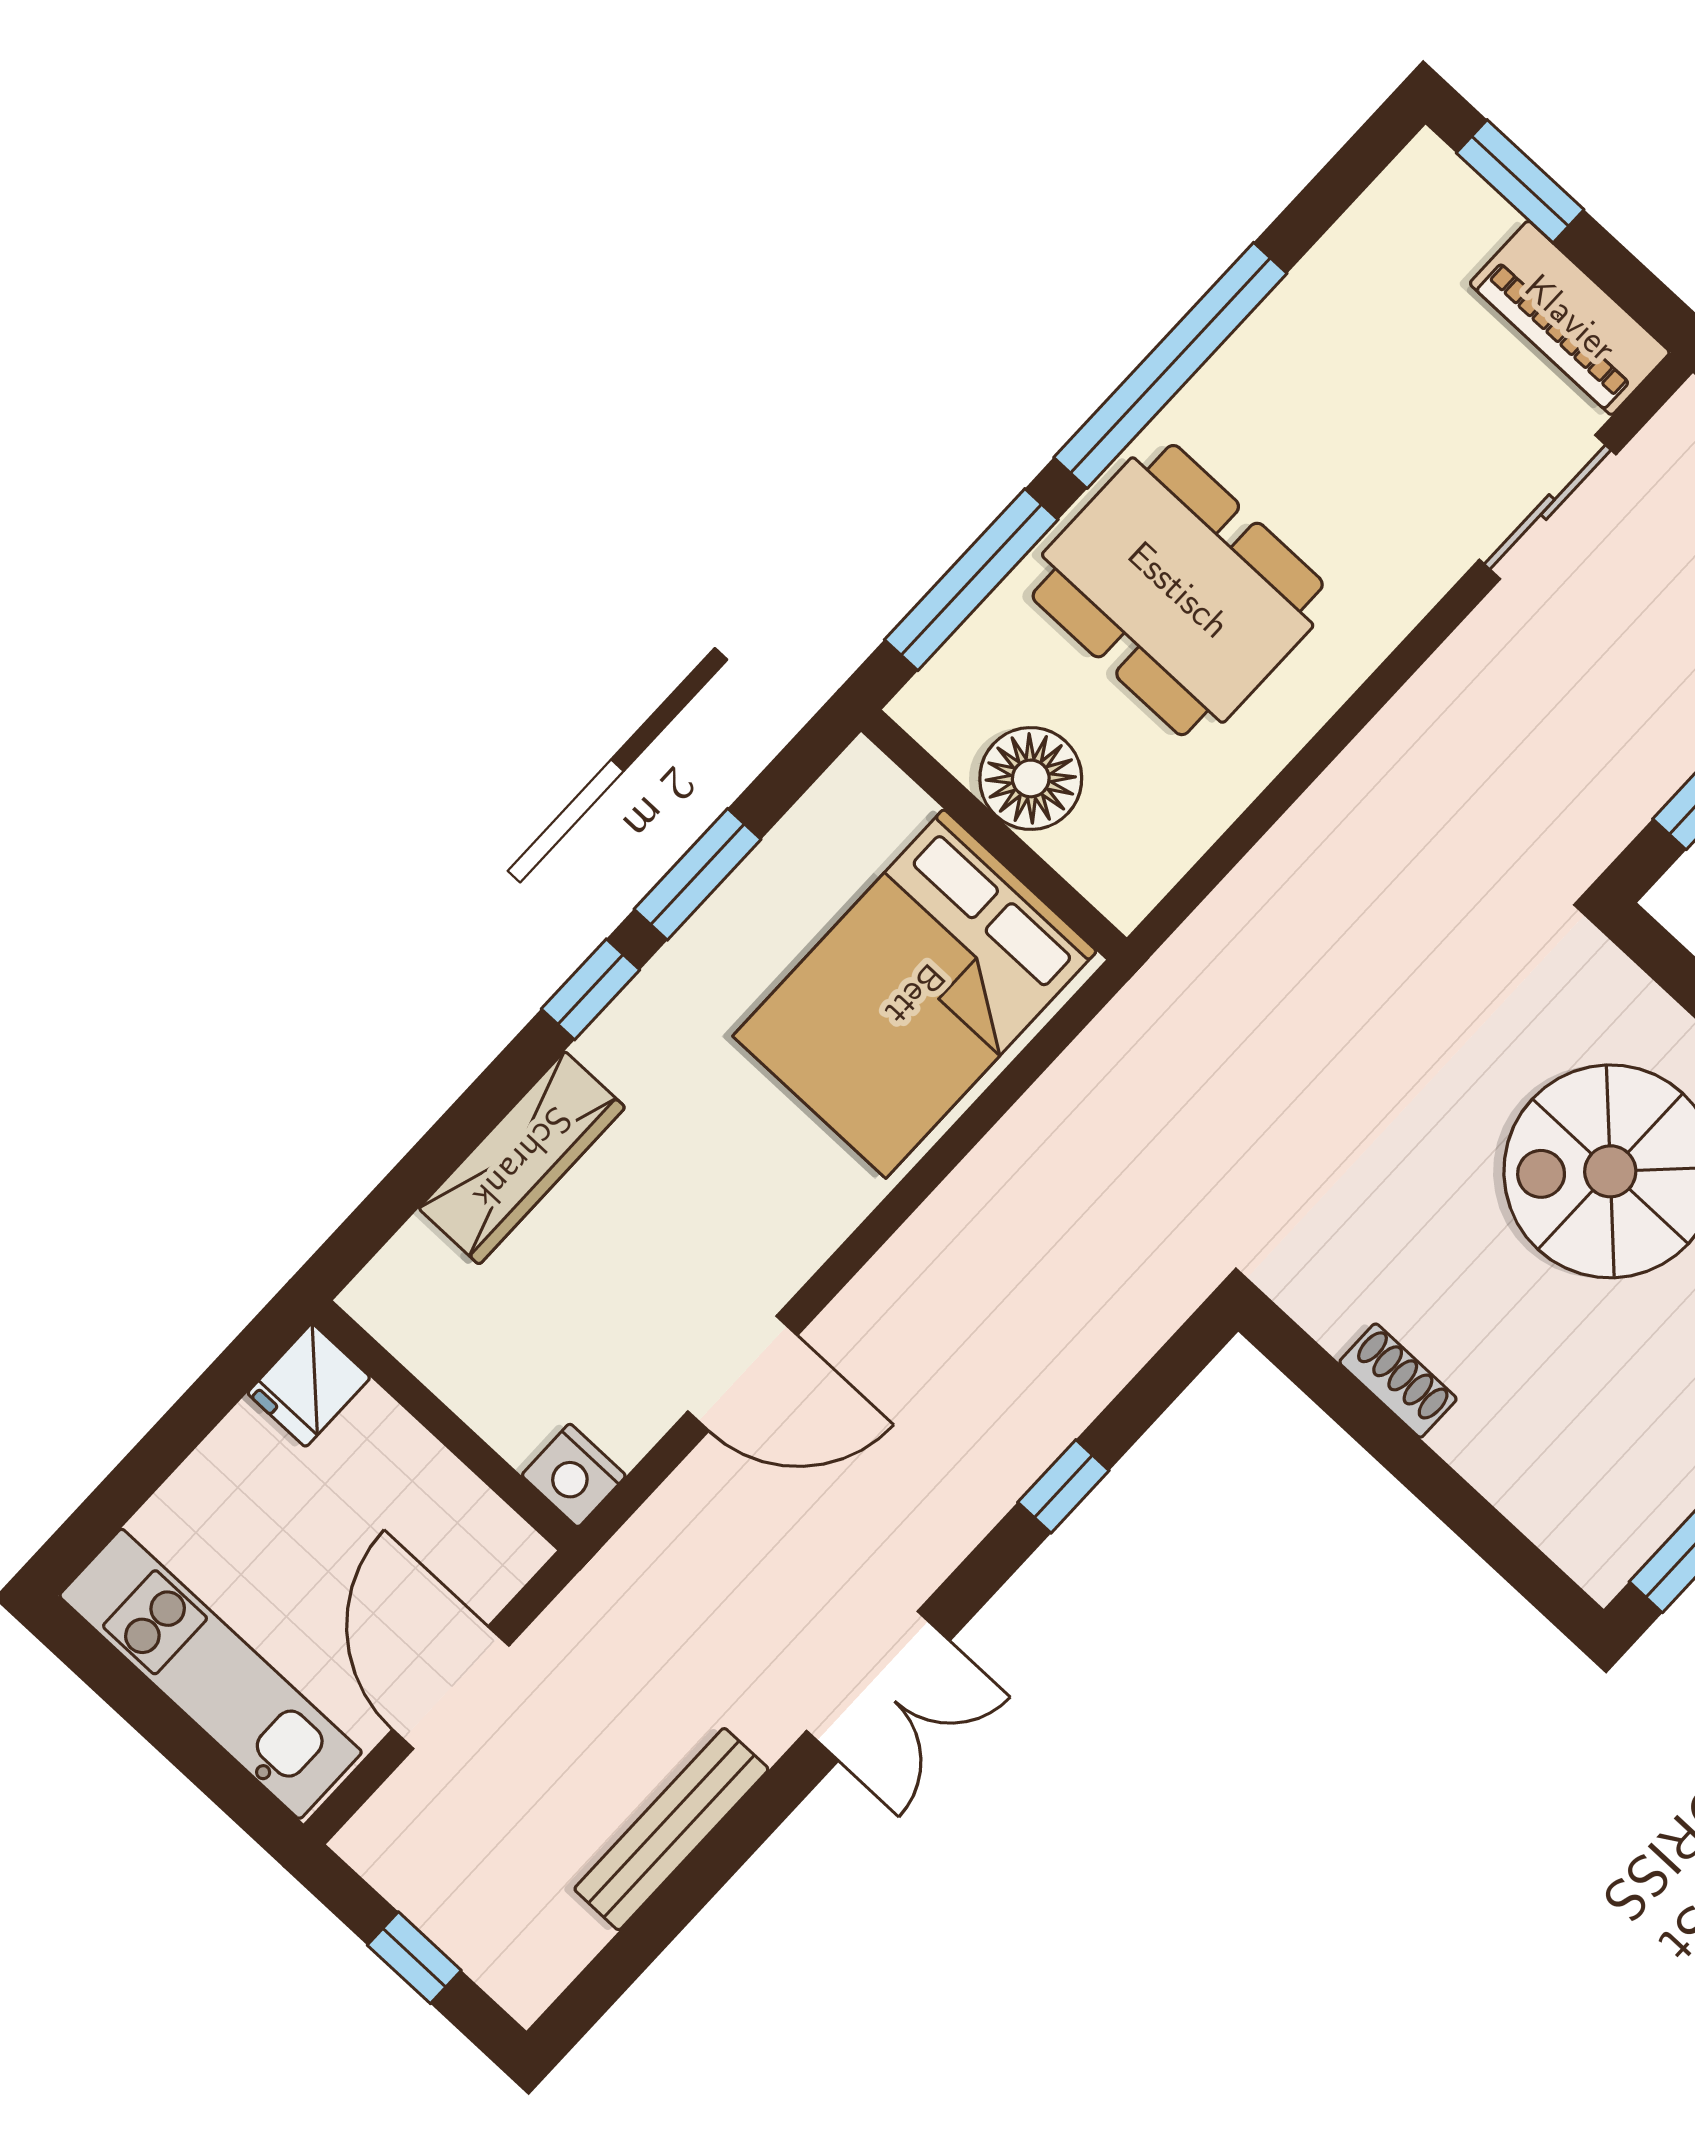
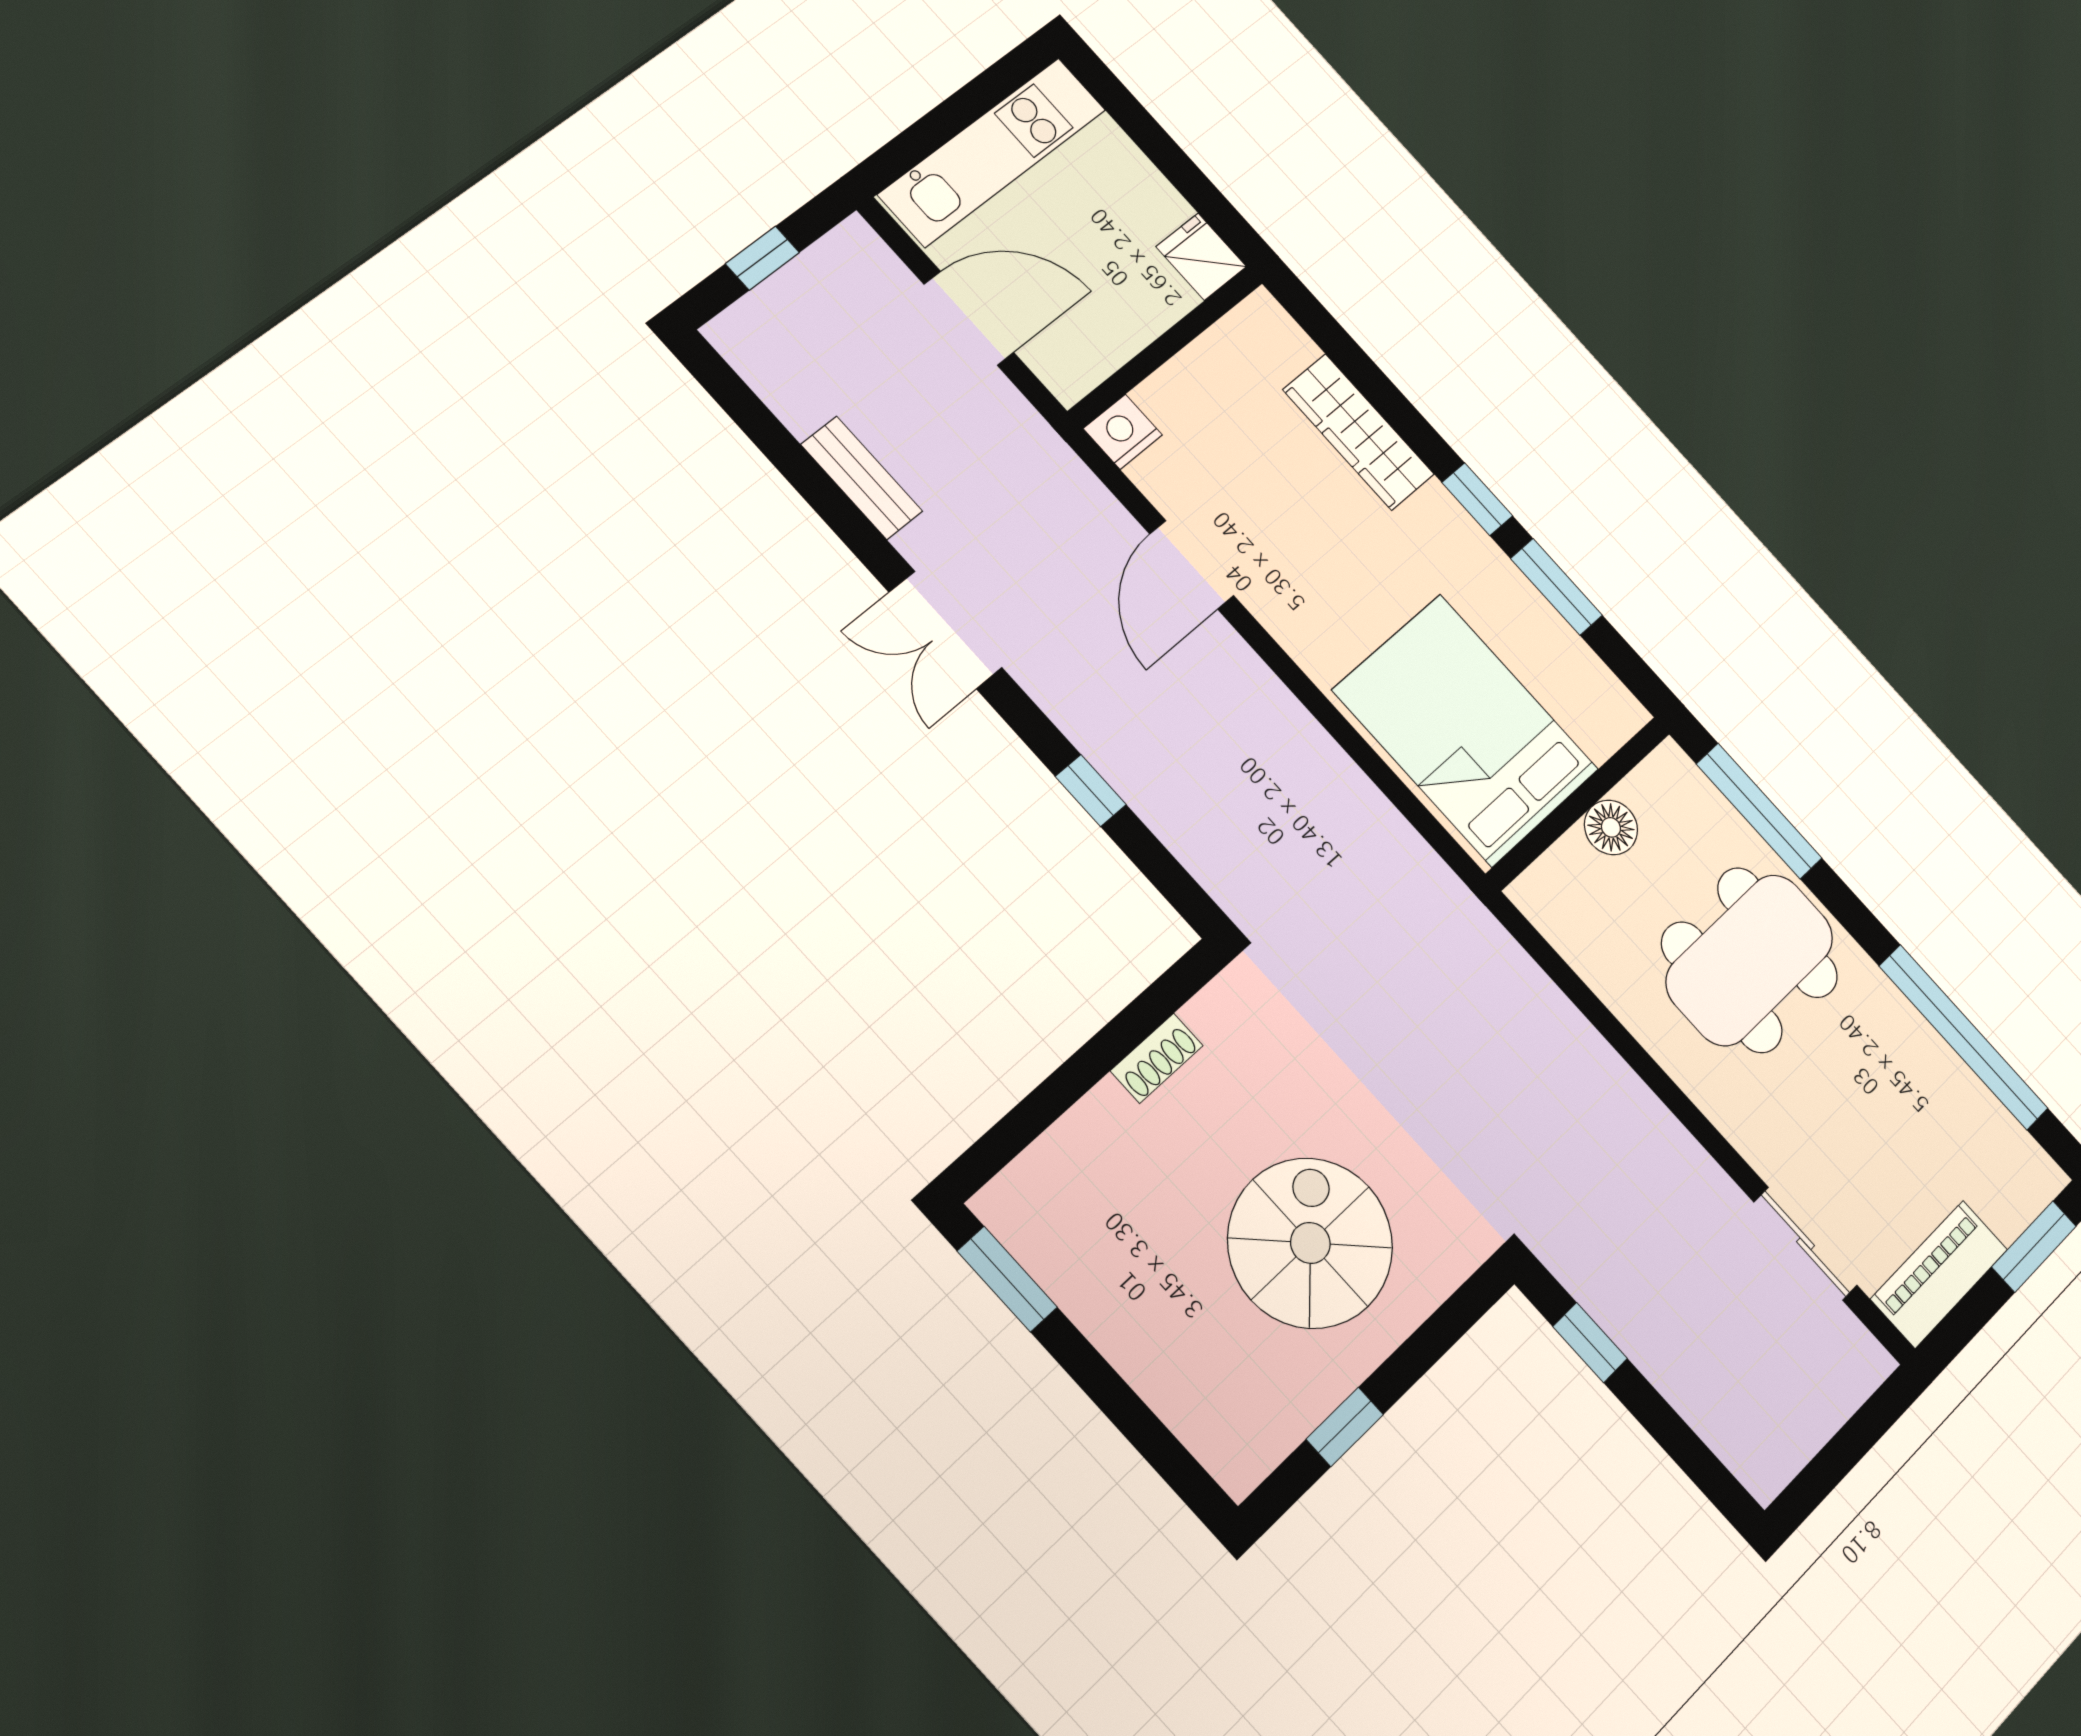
window: (1170, 365) -> (1964, 1037), moved
floor lamp: (1031, 778) -> (1611, 827), width x0.73, depth x0.73
bench: (671, 1829) -> (862, 478), width x0.73

